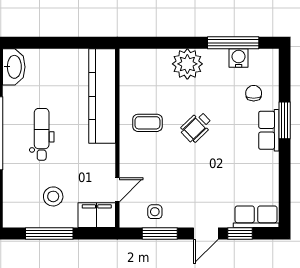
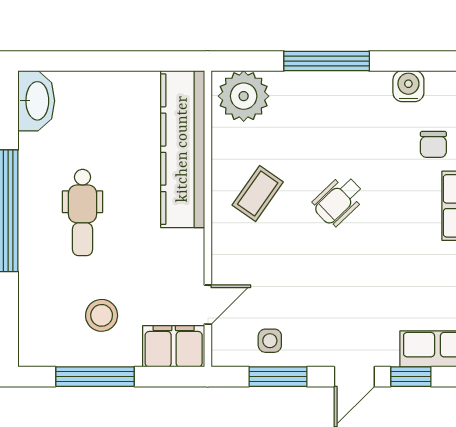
window: (233, 43) -> (327, 61), moved
plant: (187, 64) -> (244, 96), moved
chair: (254, 93) -> (433, 144), turned 180
coffee table: (147, 123) -> (258, 194), turned -55
dental chair: (42, 134) -> (83, 213), turned 180

